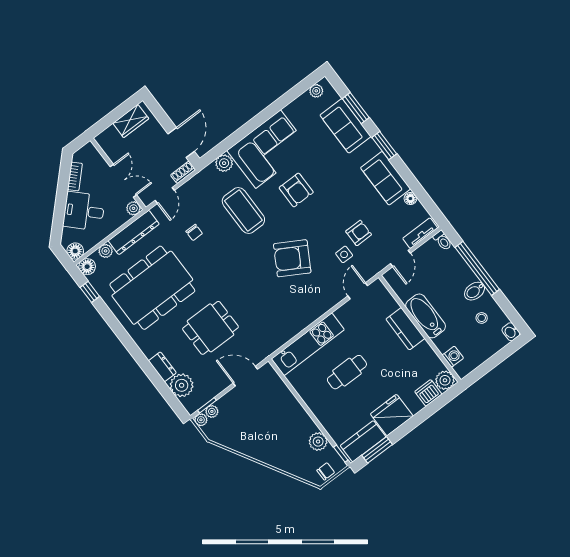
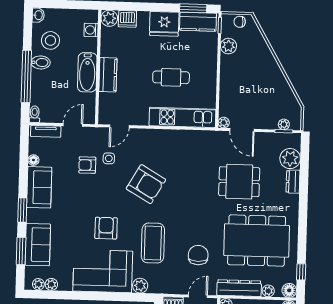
plant: (304, 100) -> (51, 284), added
chair: (194, 232) -> (198, 255), width x1.87, depth x1.87
stool: (482, 318) -> (50, 40), width x1.89, depth x1.89
plant: (201, 420) -> (224, 123), moved

